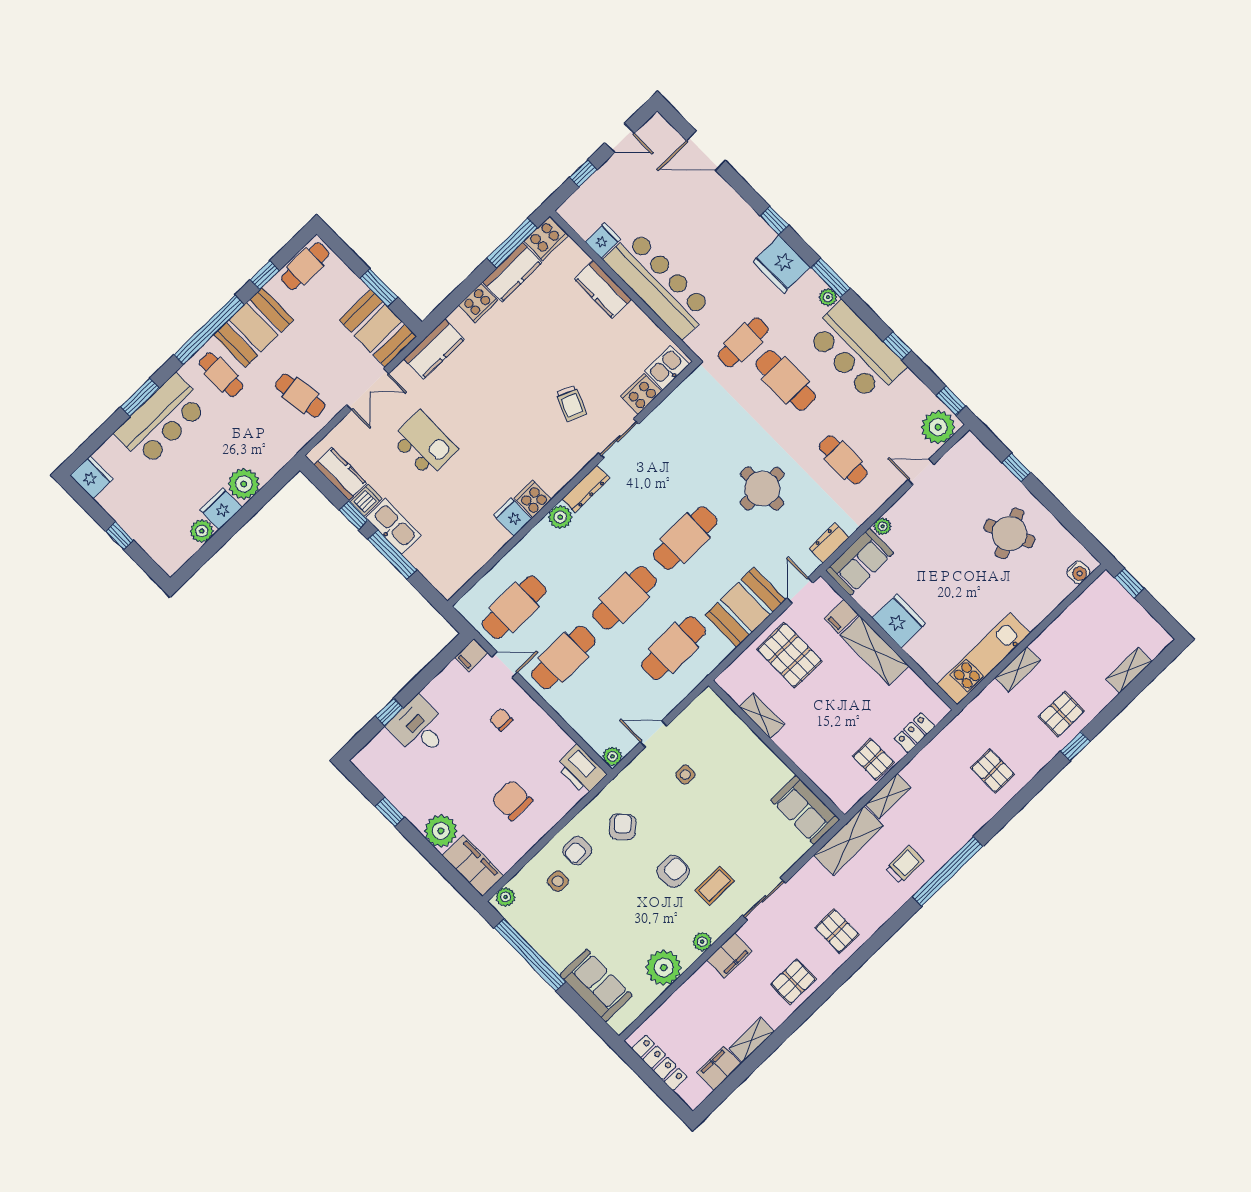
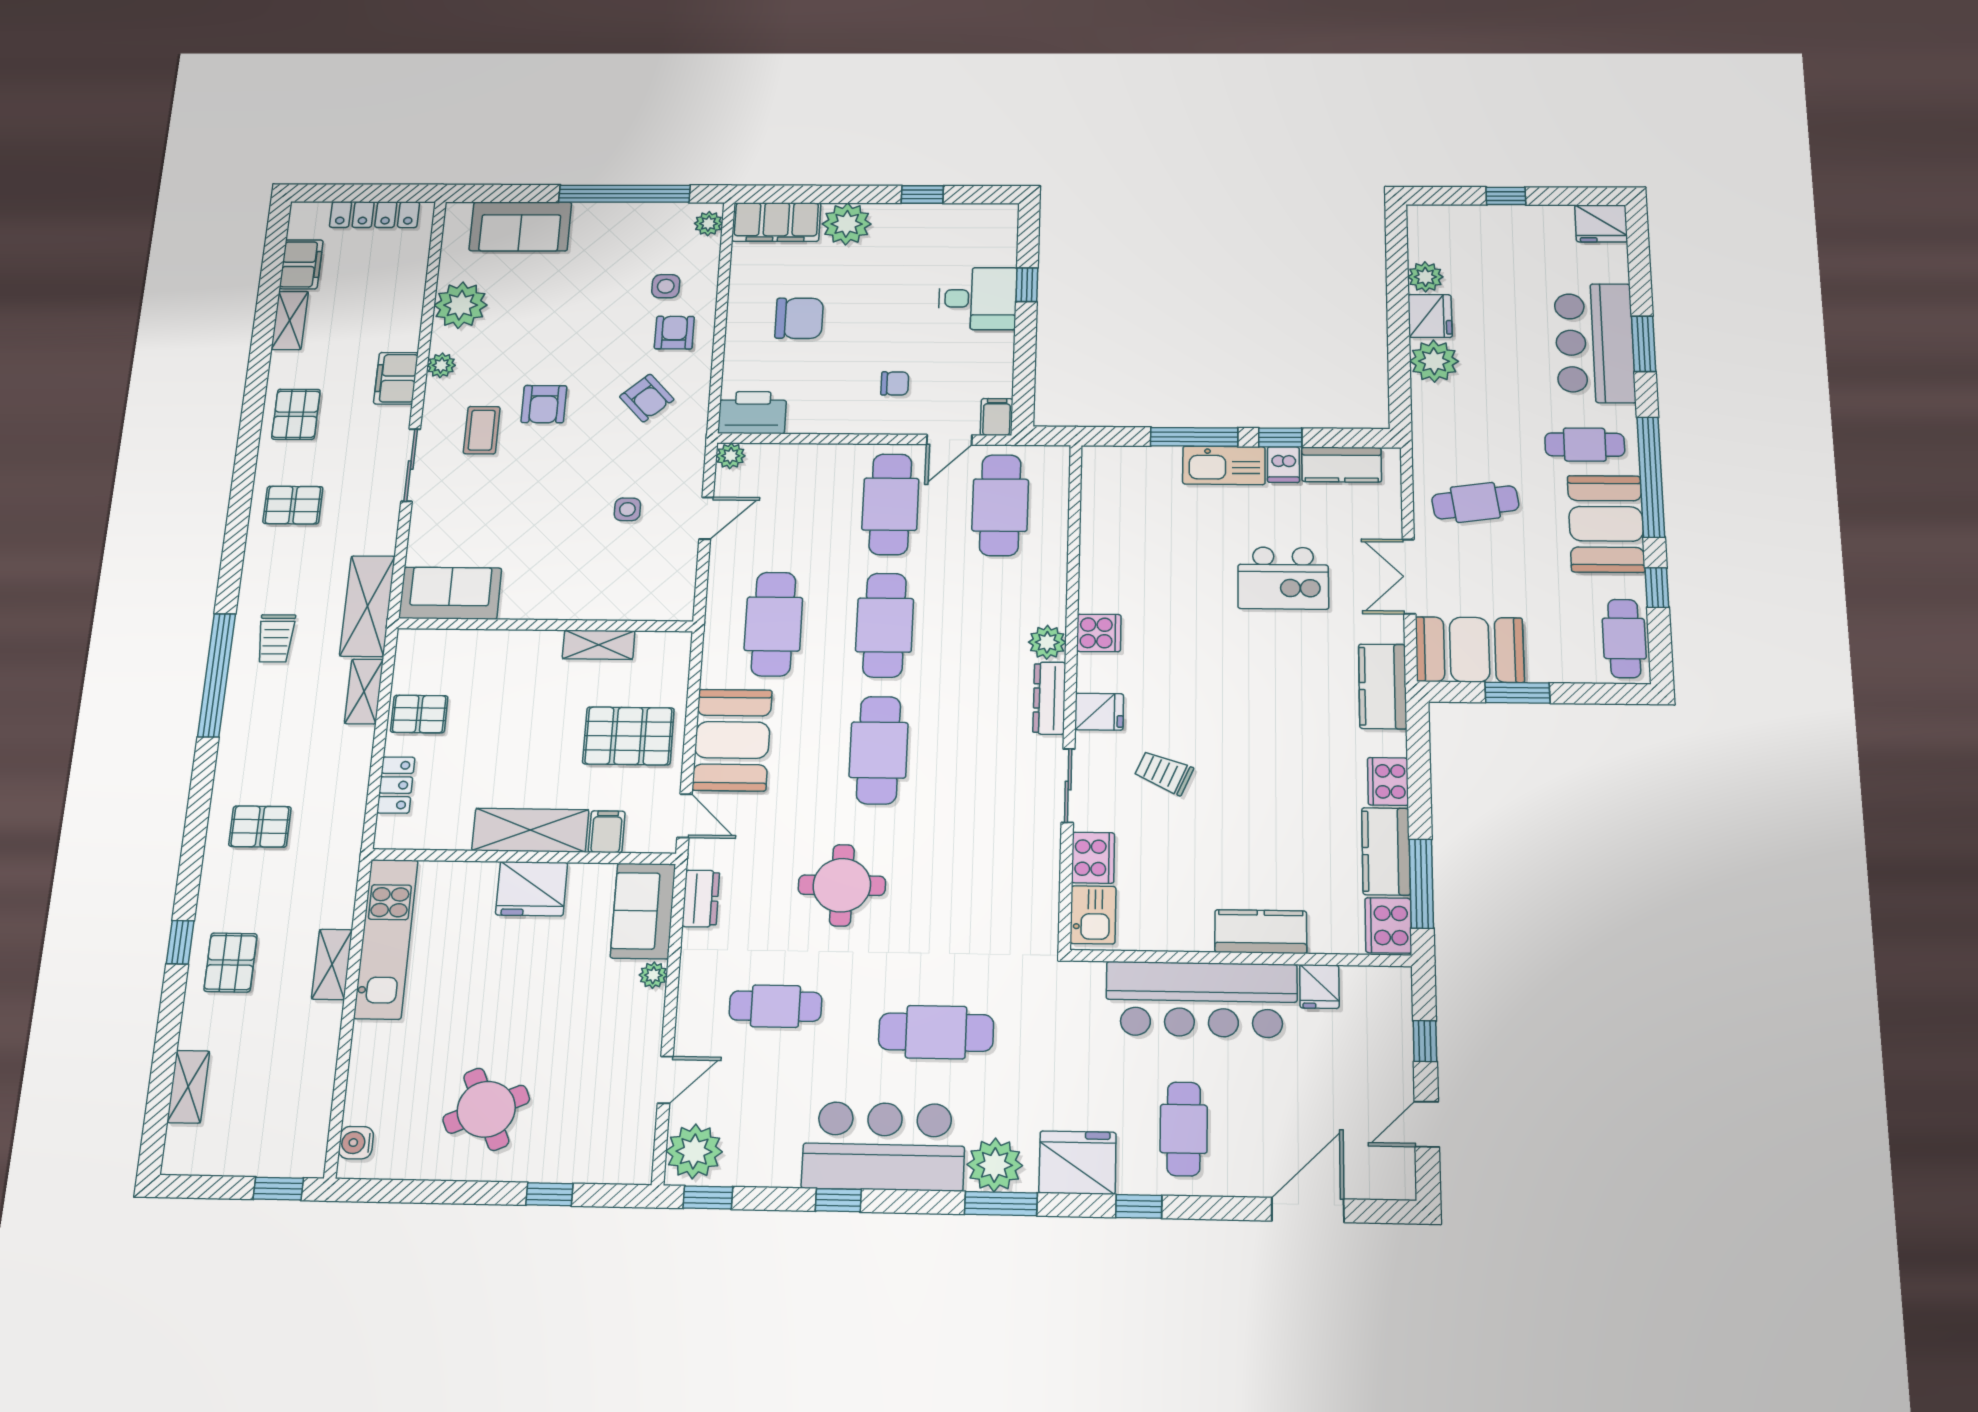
plant: (828, 297) -> (995, 1165), width x1.88, depth x1.88
cafe table: (743, 342) -> (1184, 1129), moved
fridge: (513, 517) -> (1099, 712), moved

